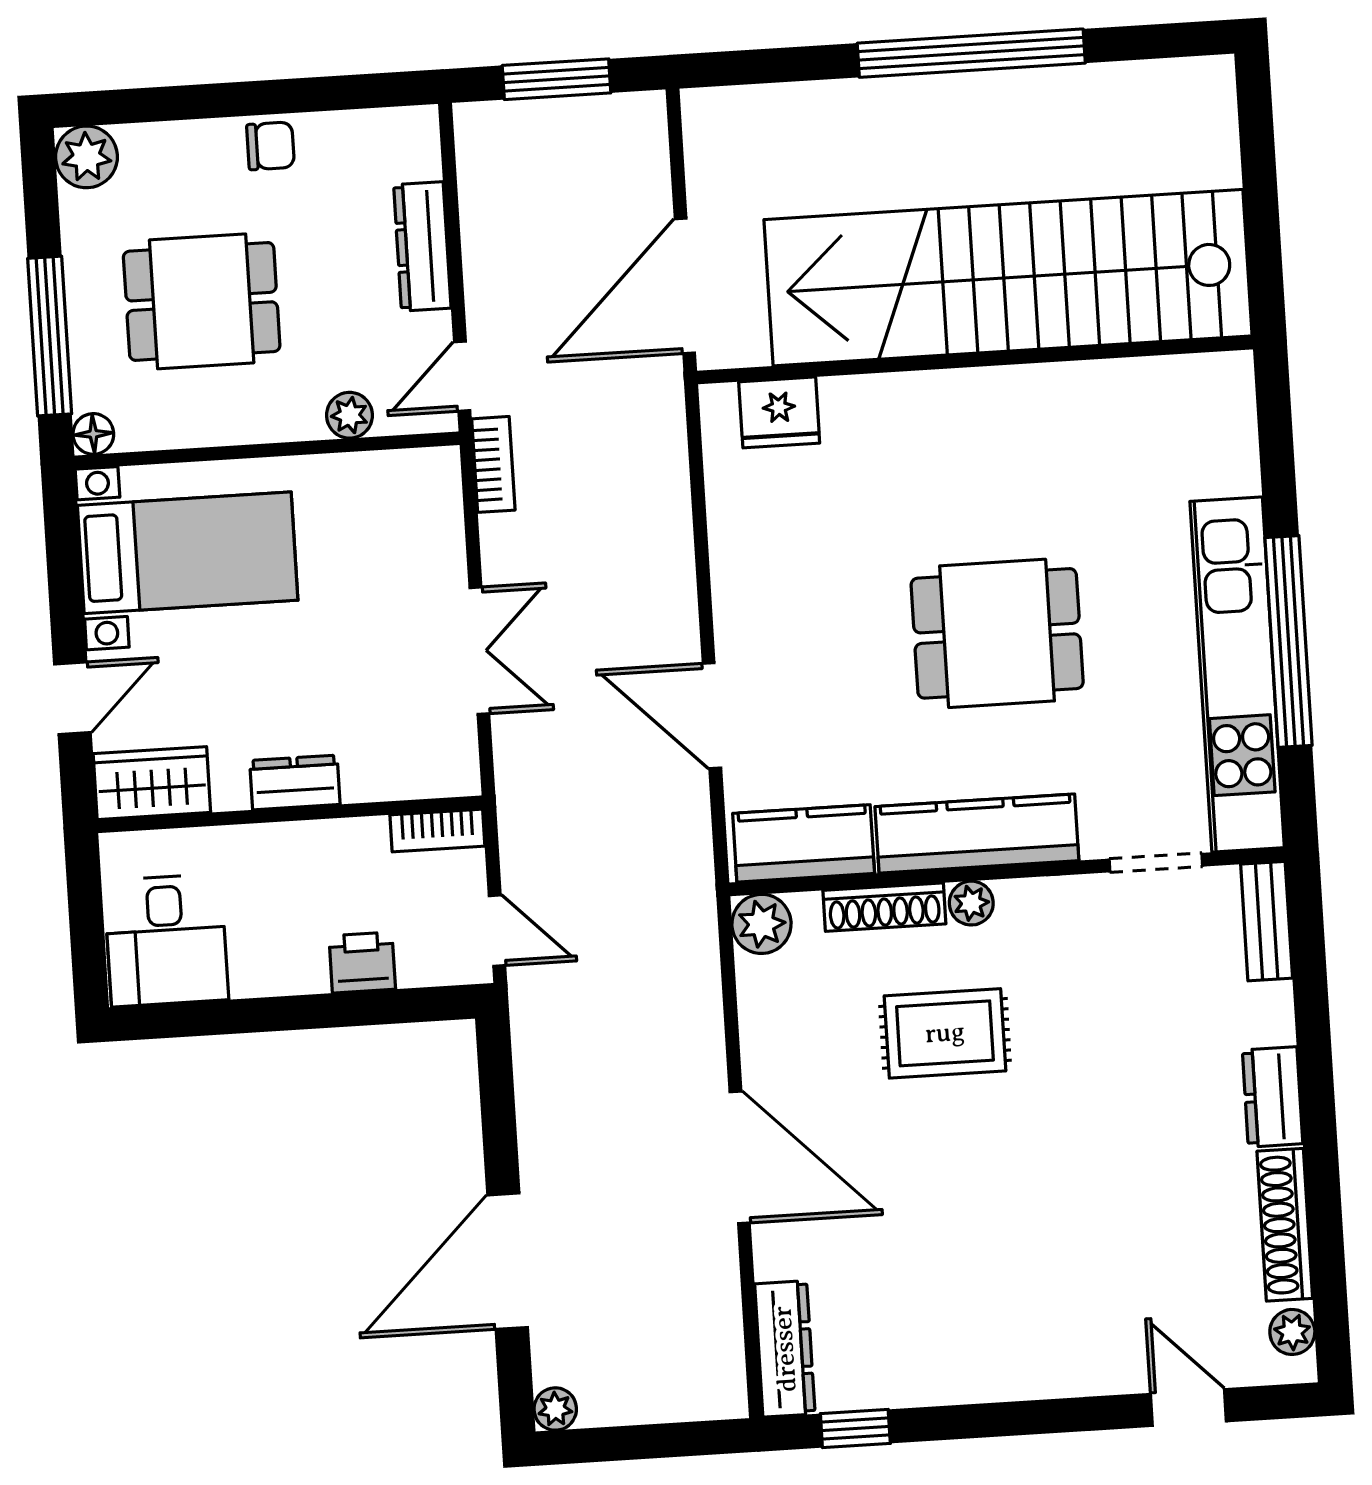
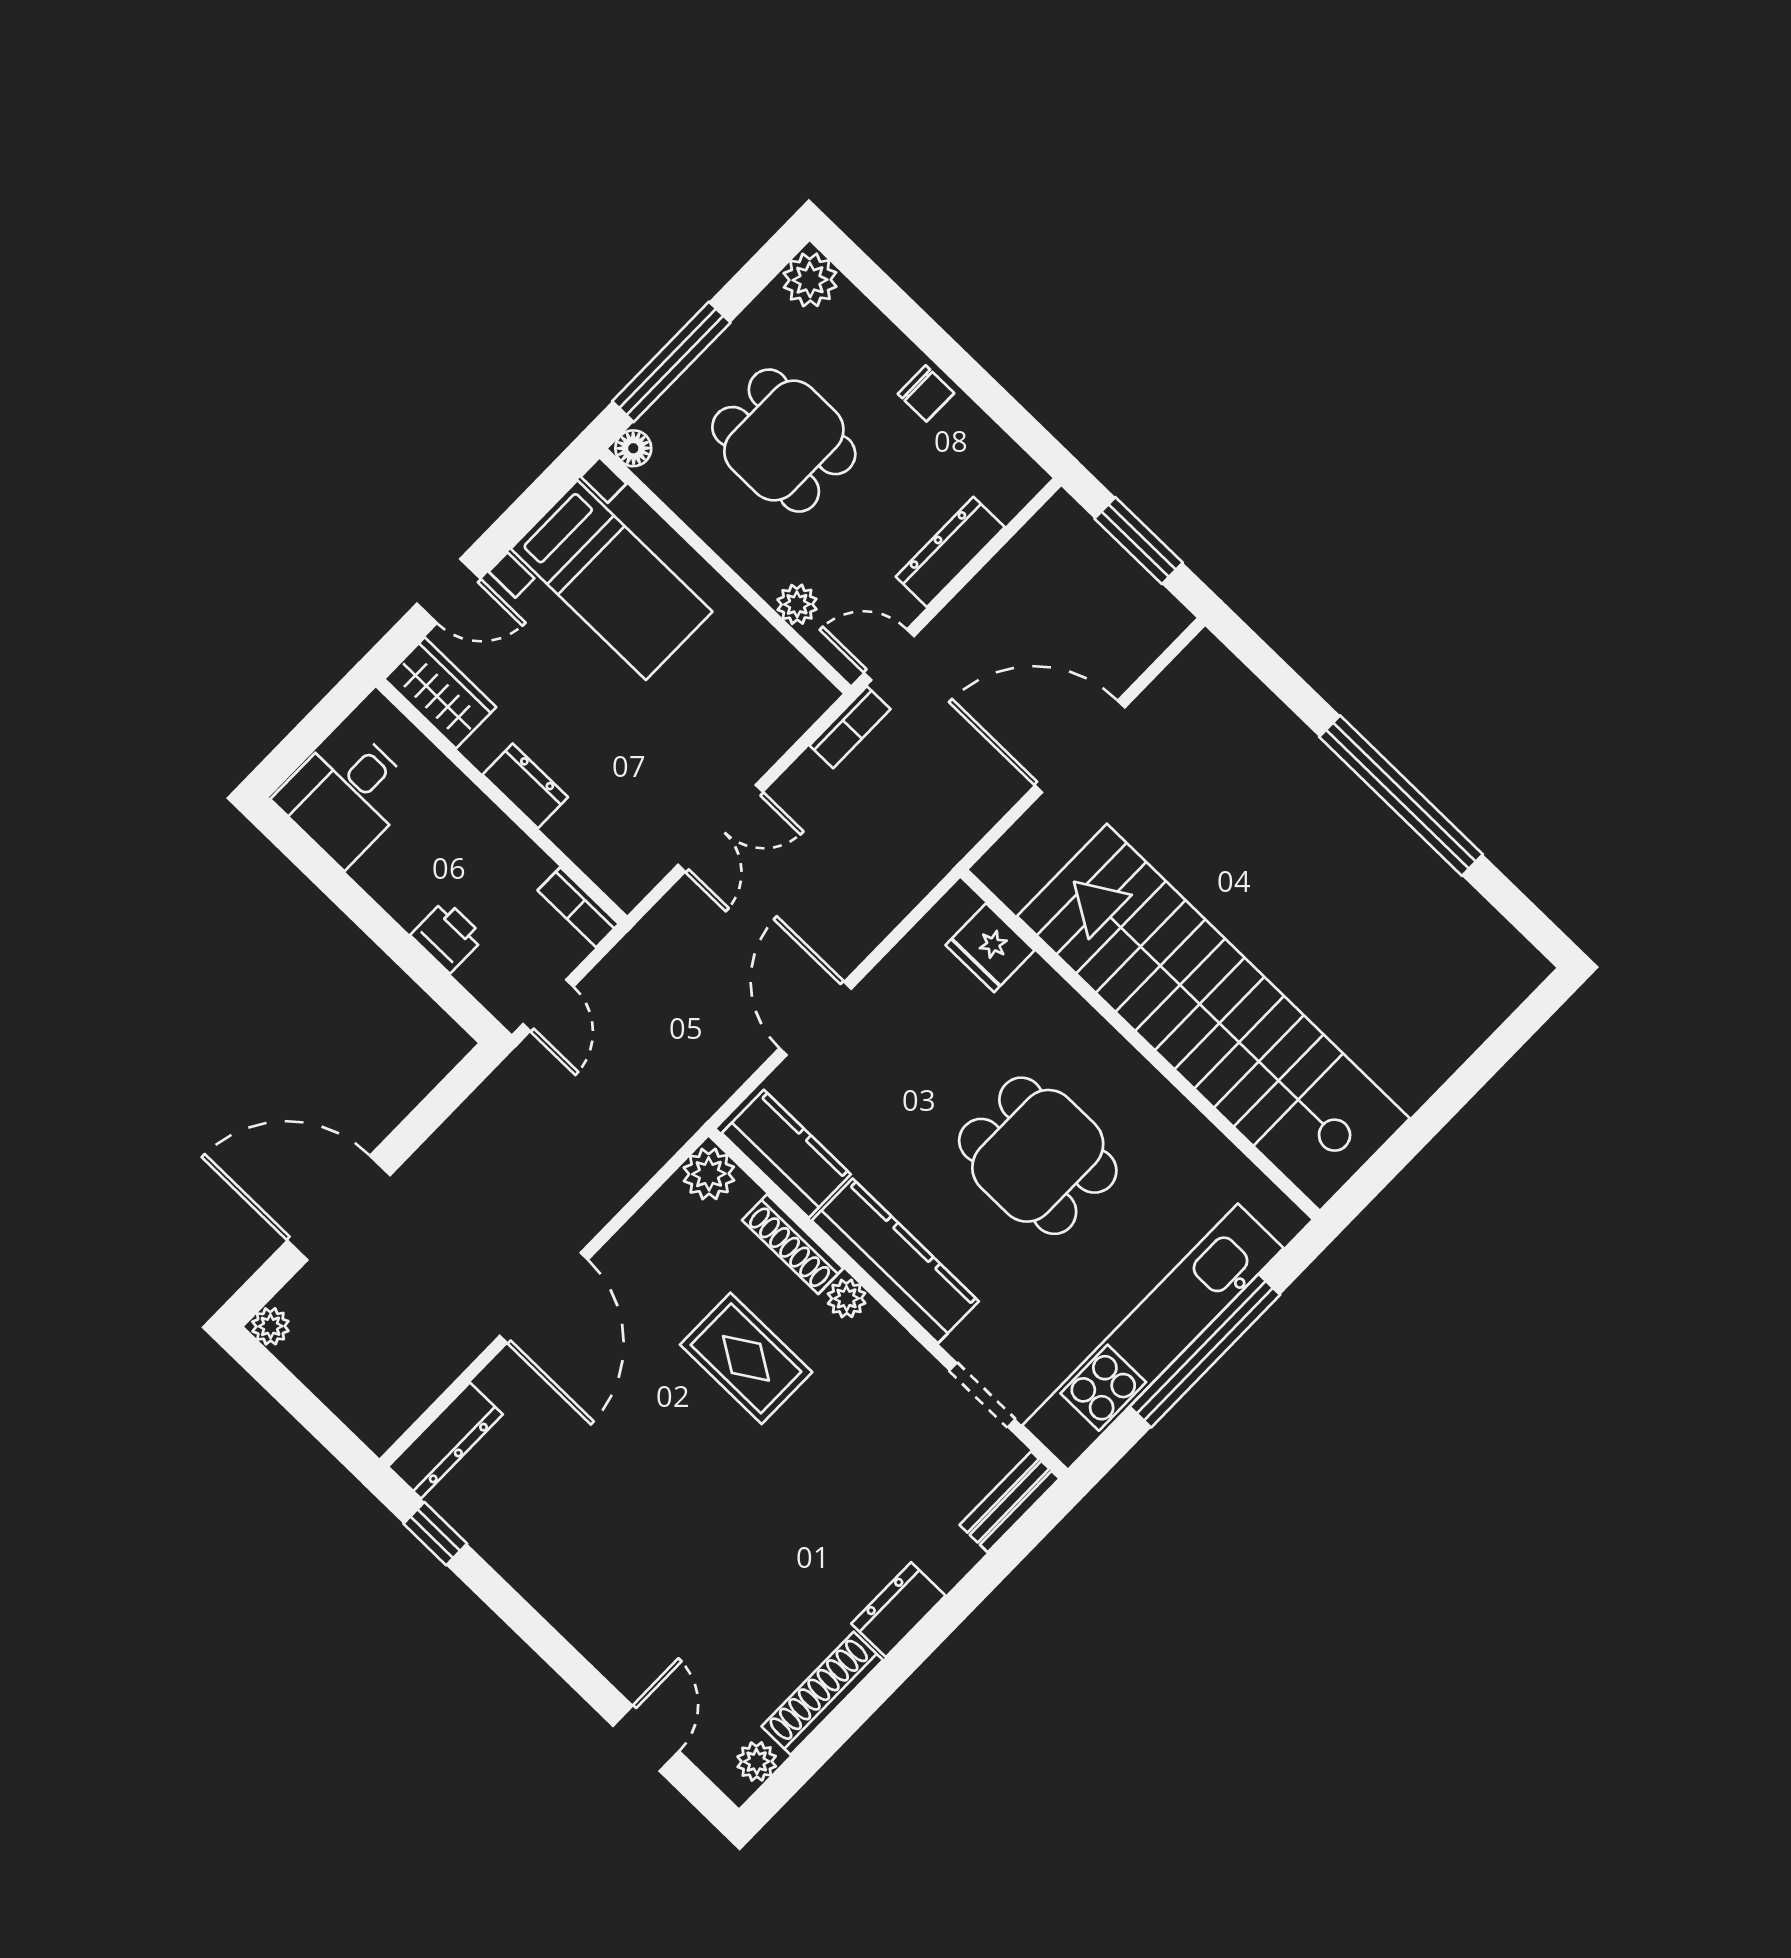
stairs: (1008, 278) -> (1213, 1017), moved
wall: (975, 360) -> (1140, 1044), moved
fridge: (779, 412) -> (990, 948), moved

